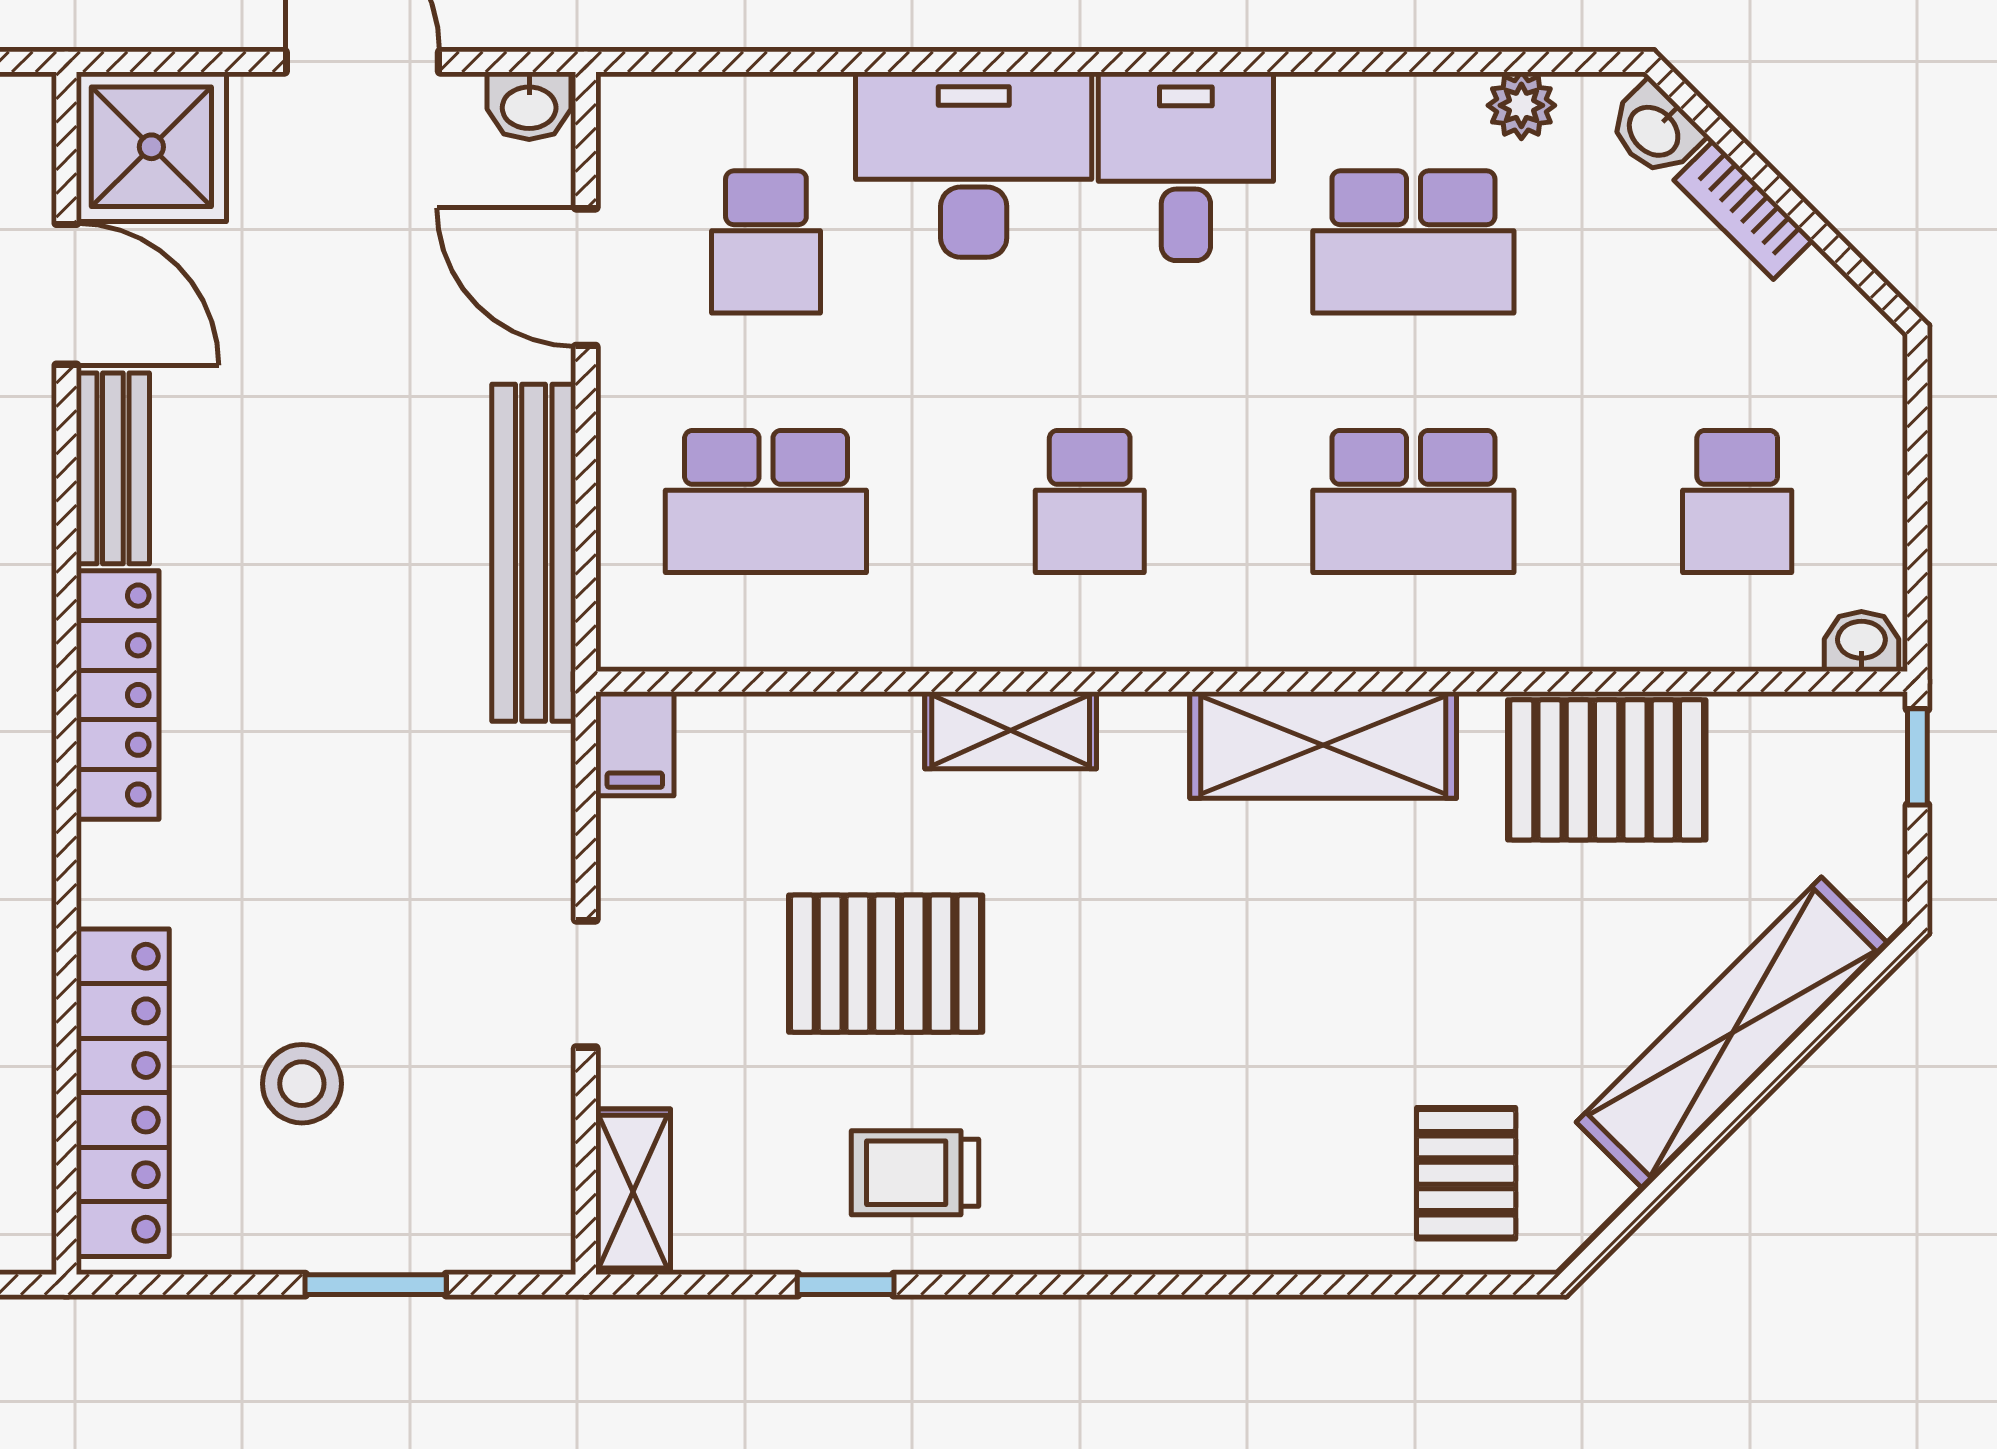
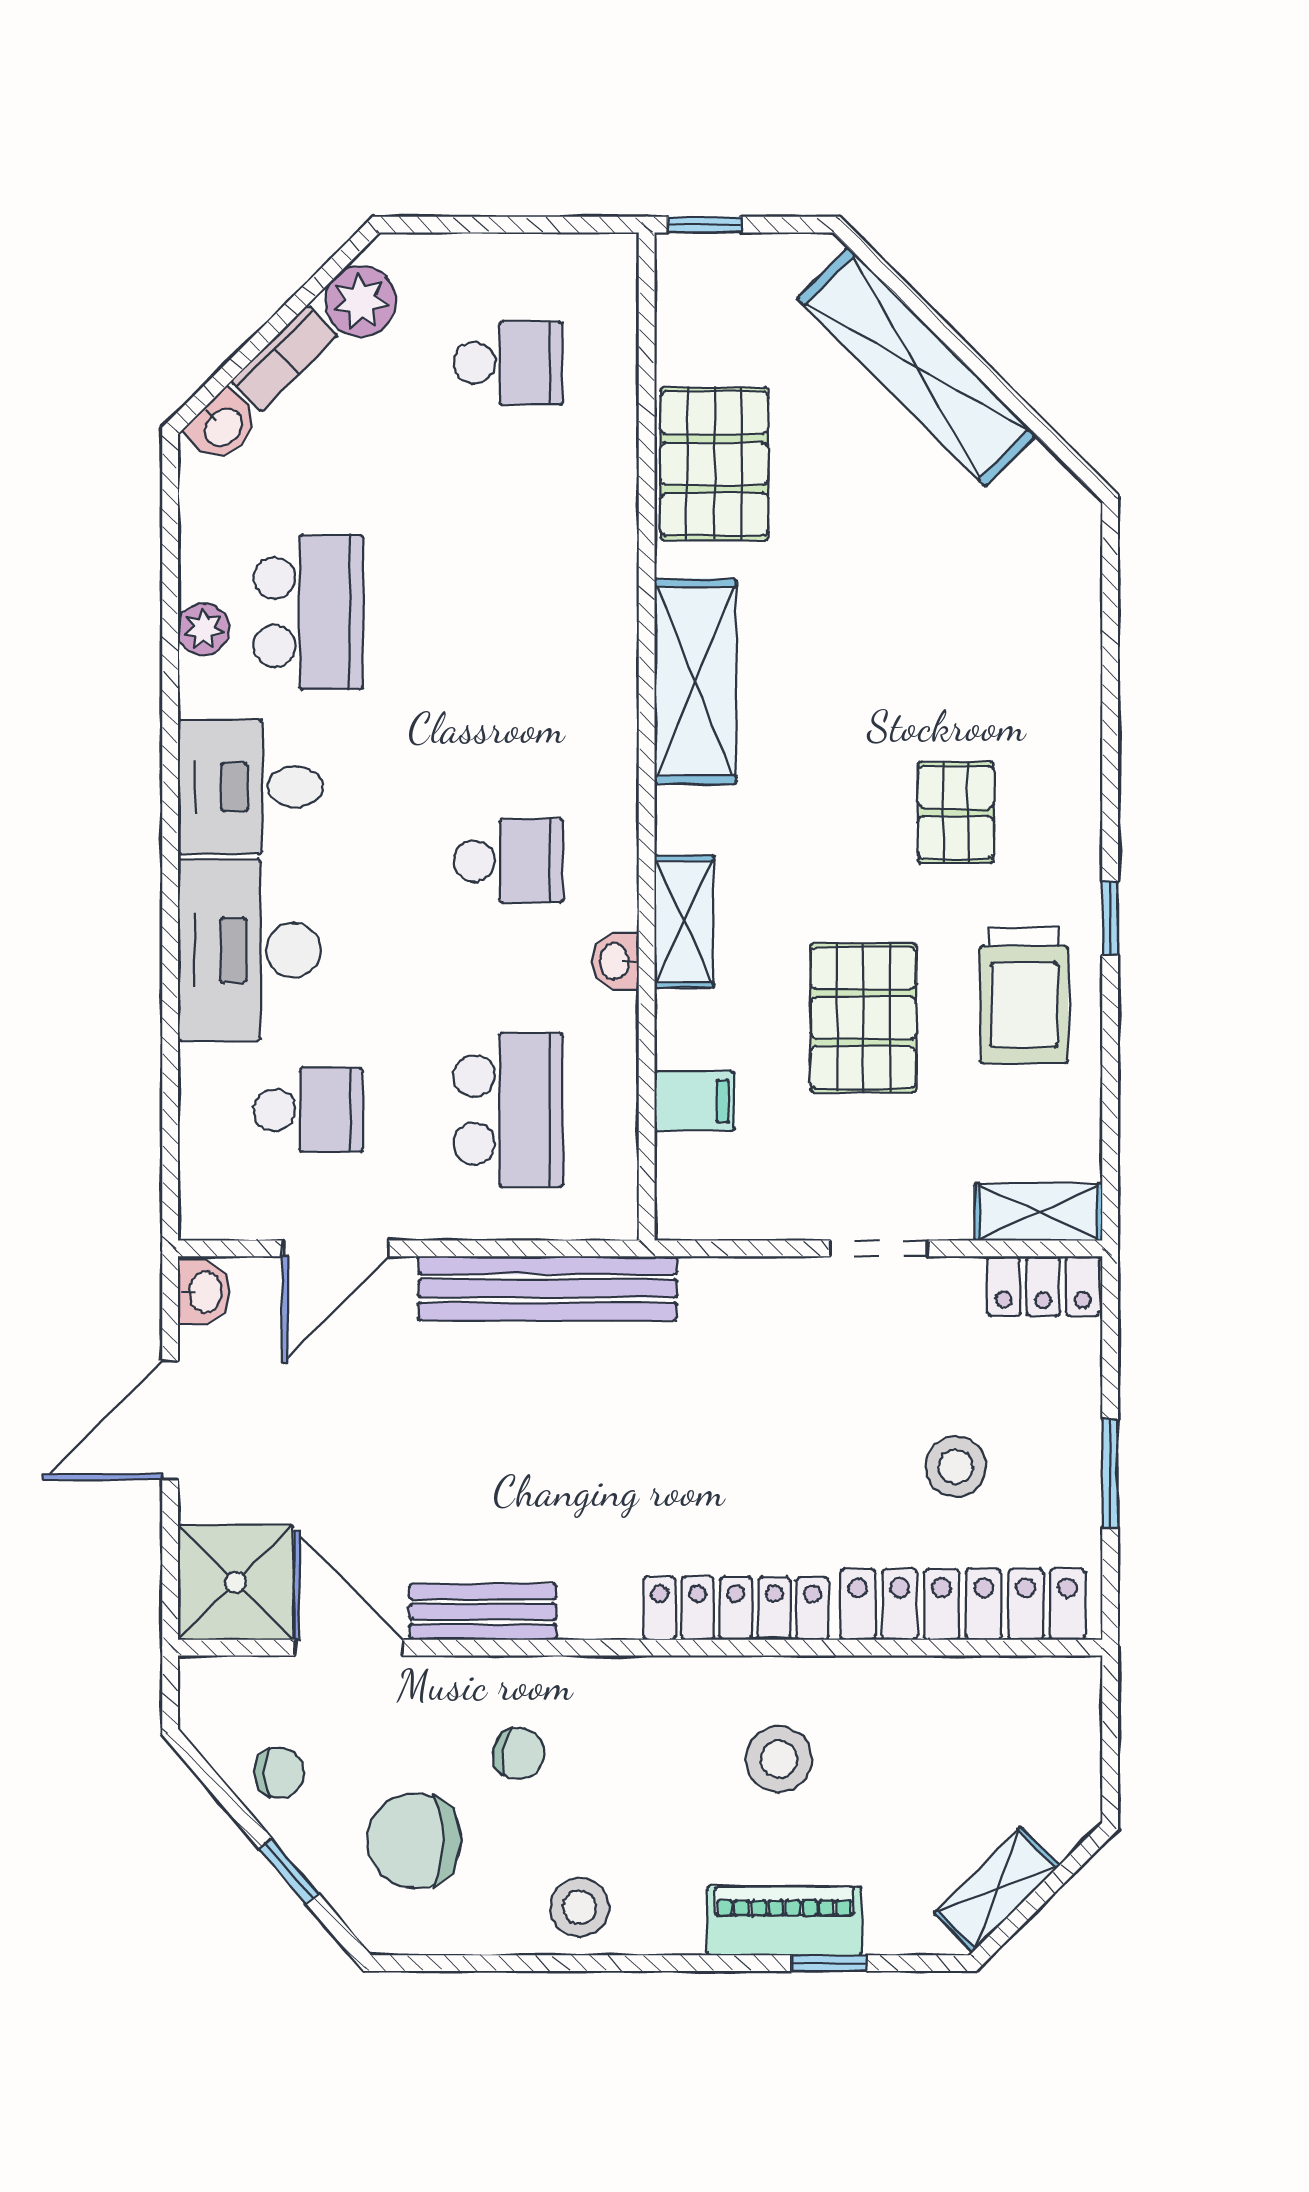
plant: (1521, 105) -> (204, 629), moved
door: (66, 294) -> (349, 1648), hinge flipped
plant: (1818, 310) -> (360, 301), added
school desk: (1413, 502) -> (508, 612), removed
washbasin: (1861, 642) -> (616, 961), moved
locker: (118, 695) -> (736, 1608), moved
filing cabinet: (635, 744) -> (694, 1101), moved
trolley: (915, 1173) -> (1024, 995), width x1.36, depth x1.39
pallet: (1466, 1173) -> (956, 812), moved, turned 90
locker: (537, 1197) -> (1043, 1286), added
window: (376, 1285) -> (1110, 1474), moved
window: (846, 1285) -> (1110, 918), moved

